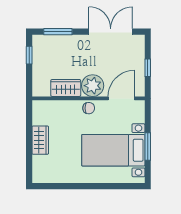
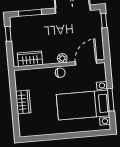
window: (148, 68) -> (104, 21), moved
plant: (93, 86) -> (62, 58), width x0.53, depth x0.53
wardrobe: (66, 88) -> (30, 59), moved

